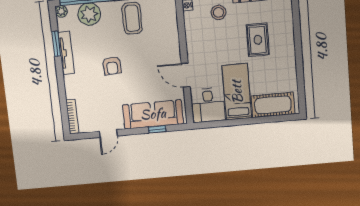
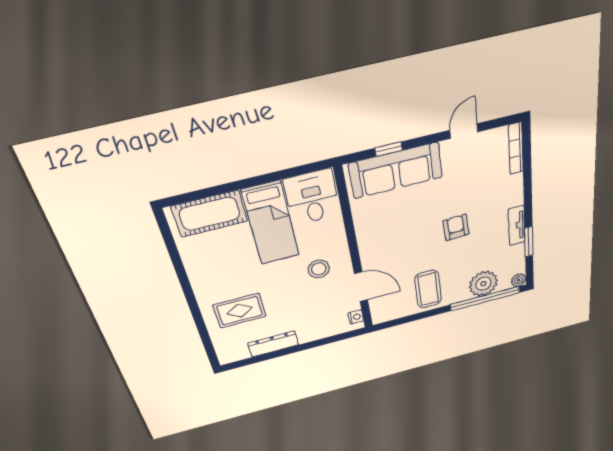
stool: (218, 12) -> (319, 269), moved
rug: (258, 40) -> (240, 311), moved, turned 90
tv unit: (66, 53) -> (517, 226), width x0.71
door: (186, 75) -> (361, 287), moved

